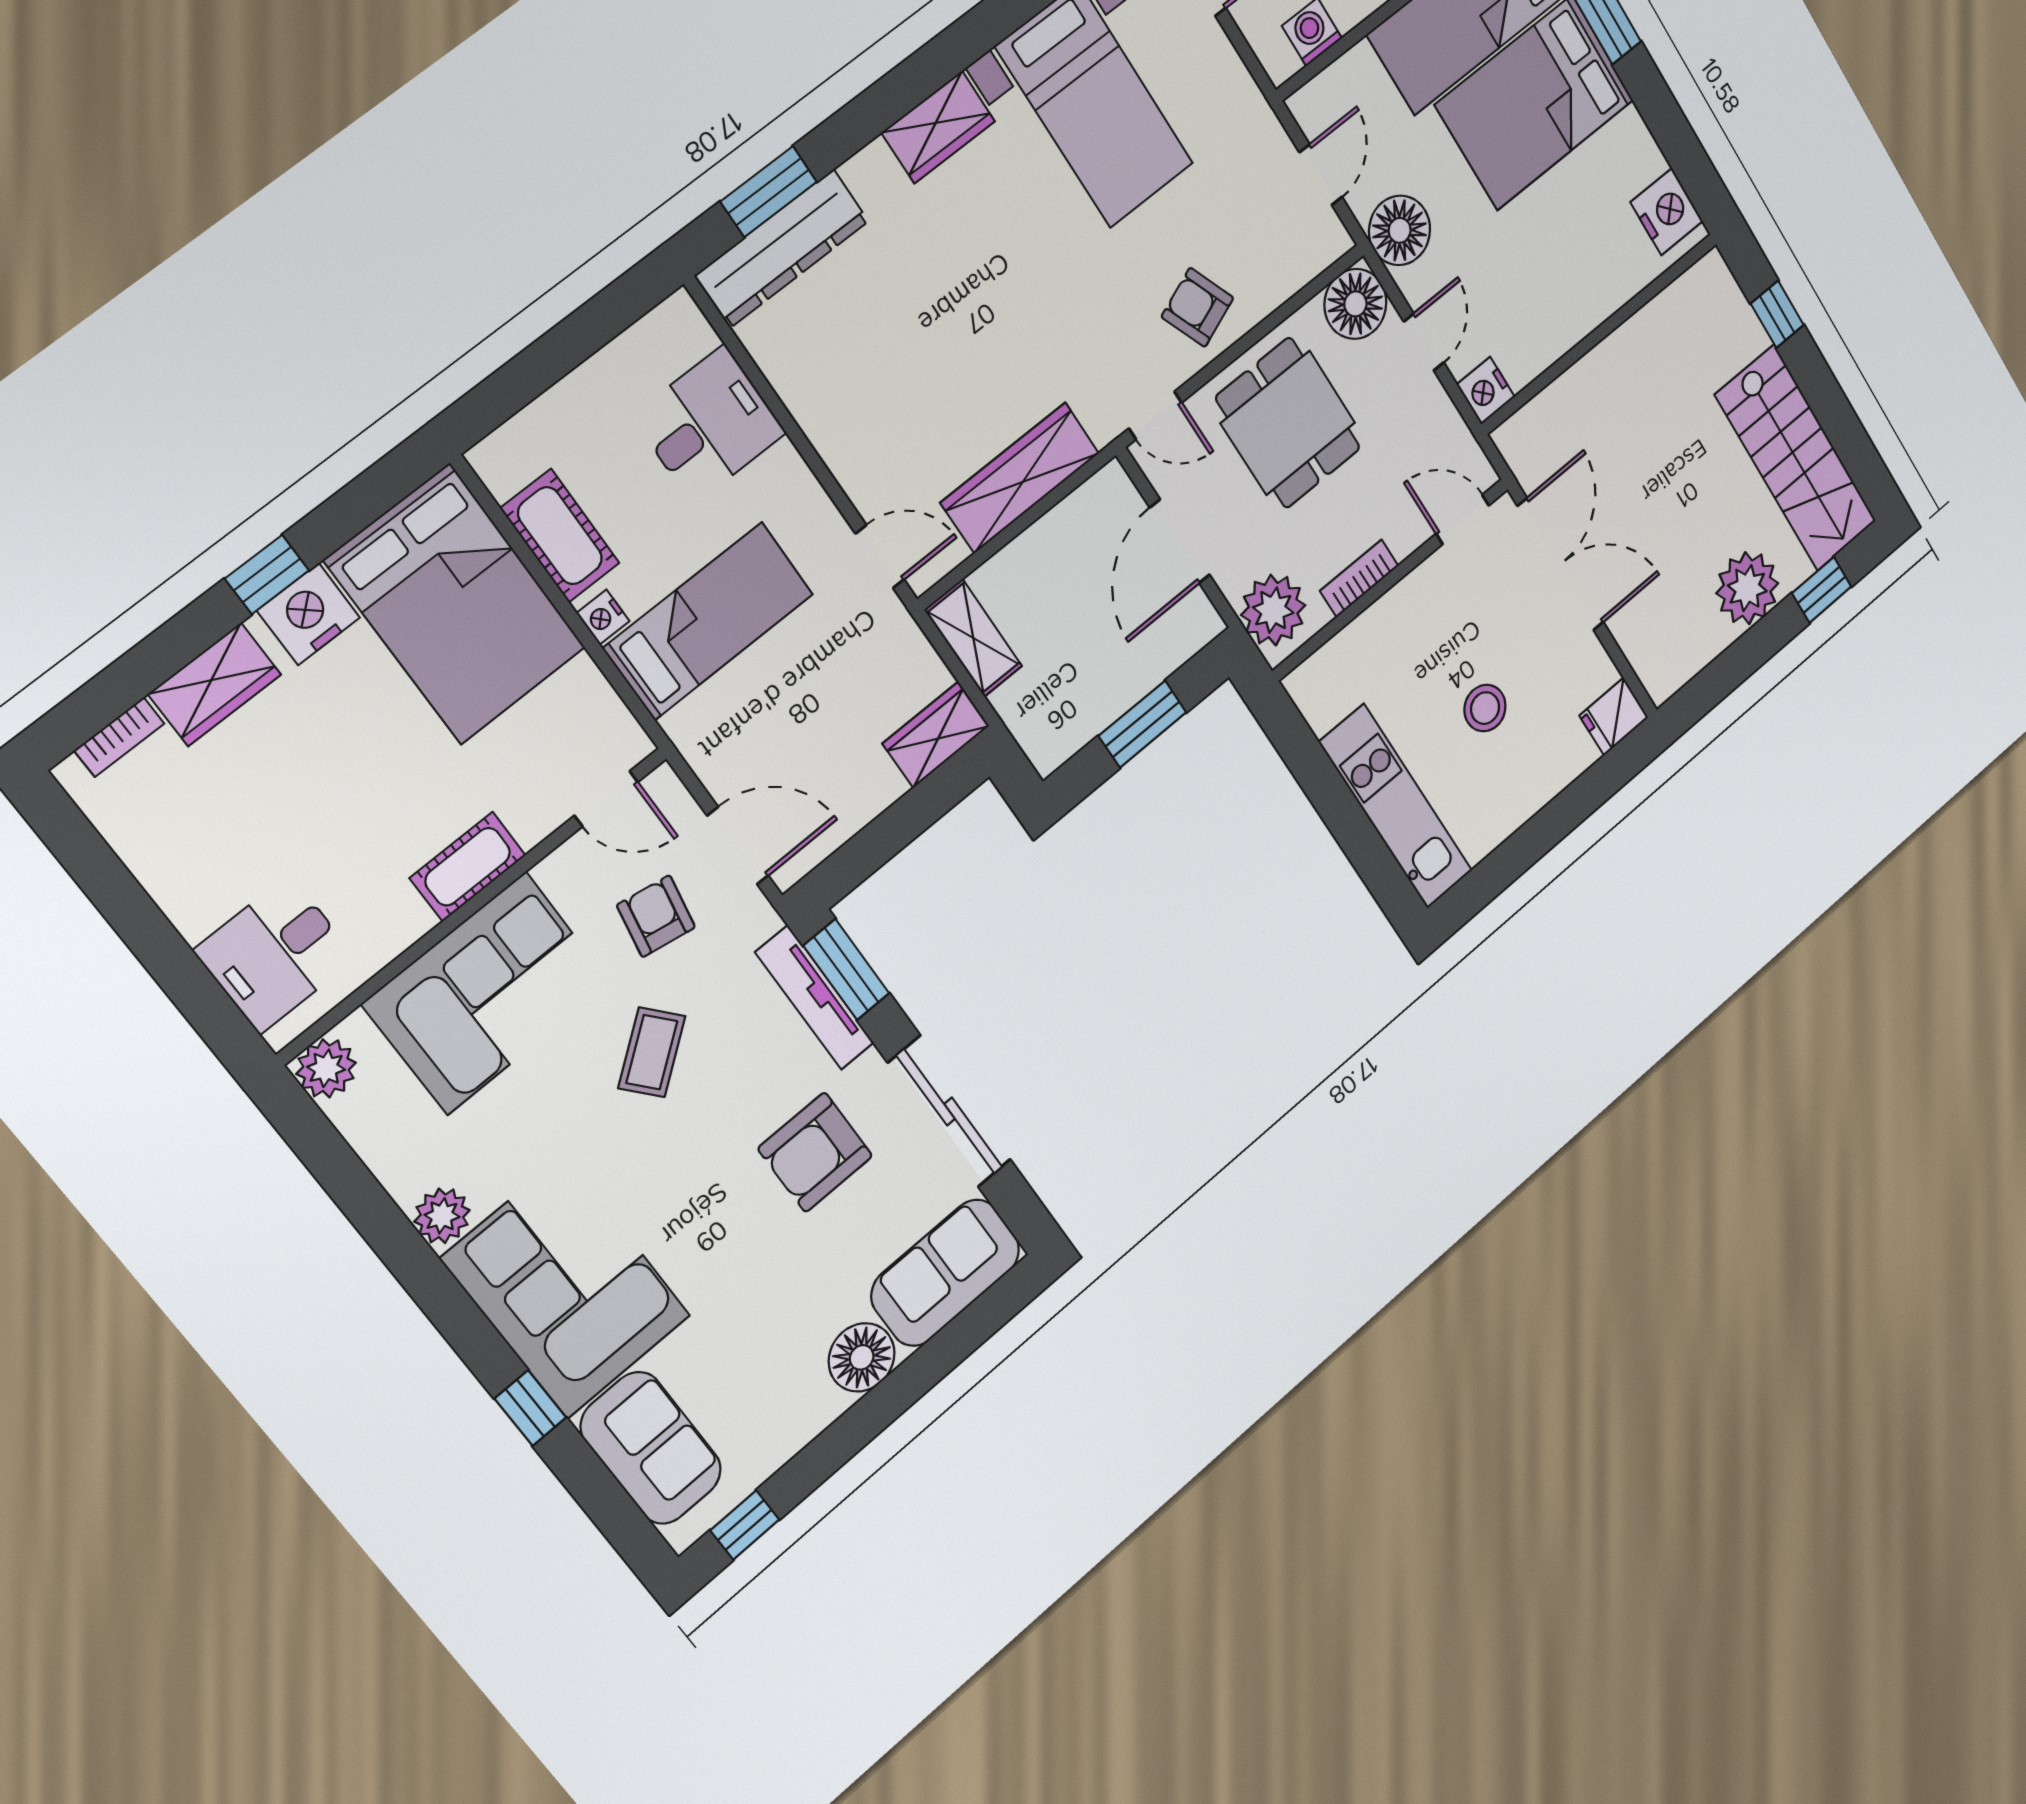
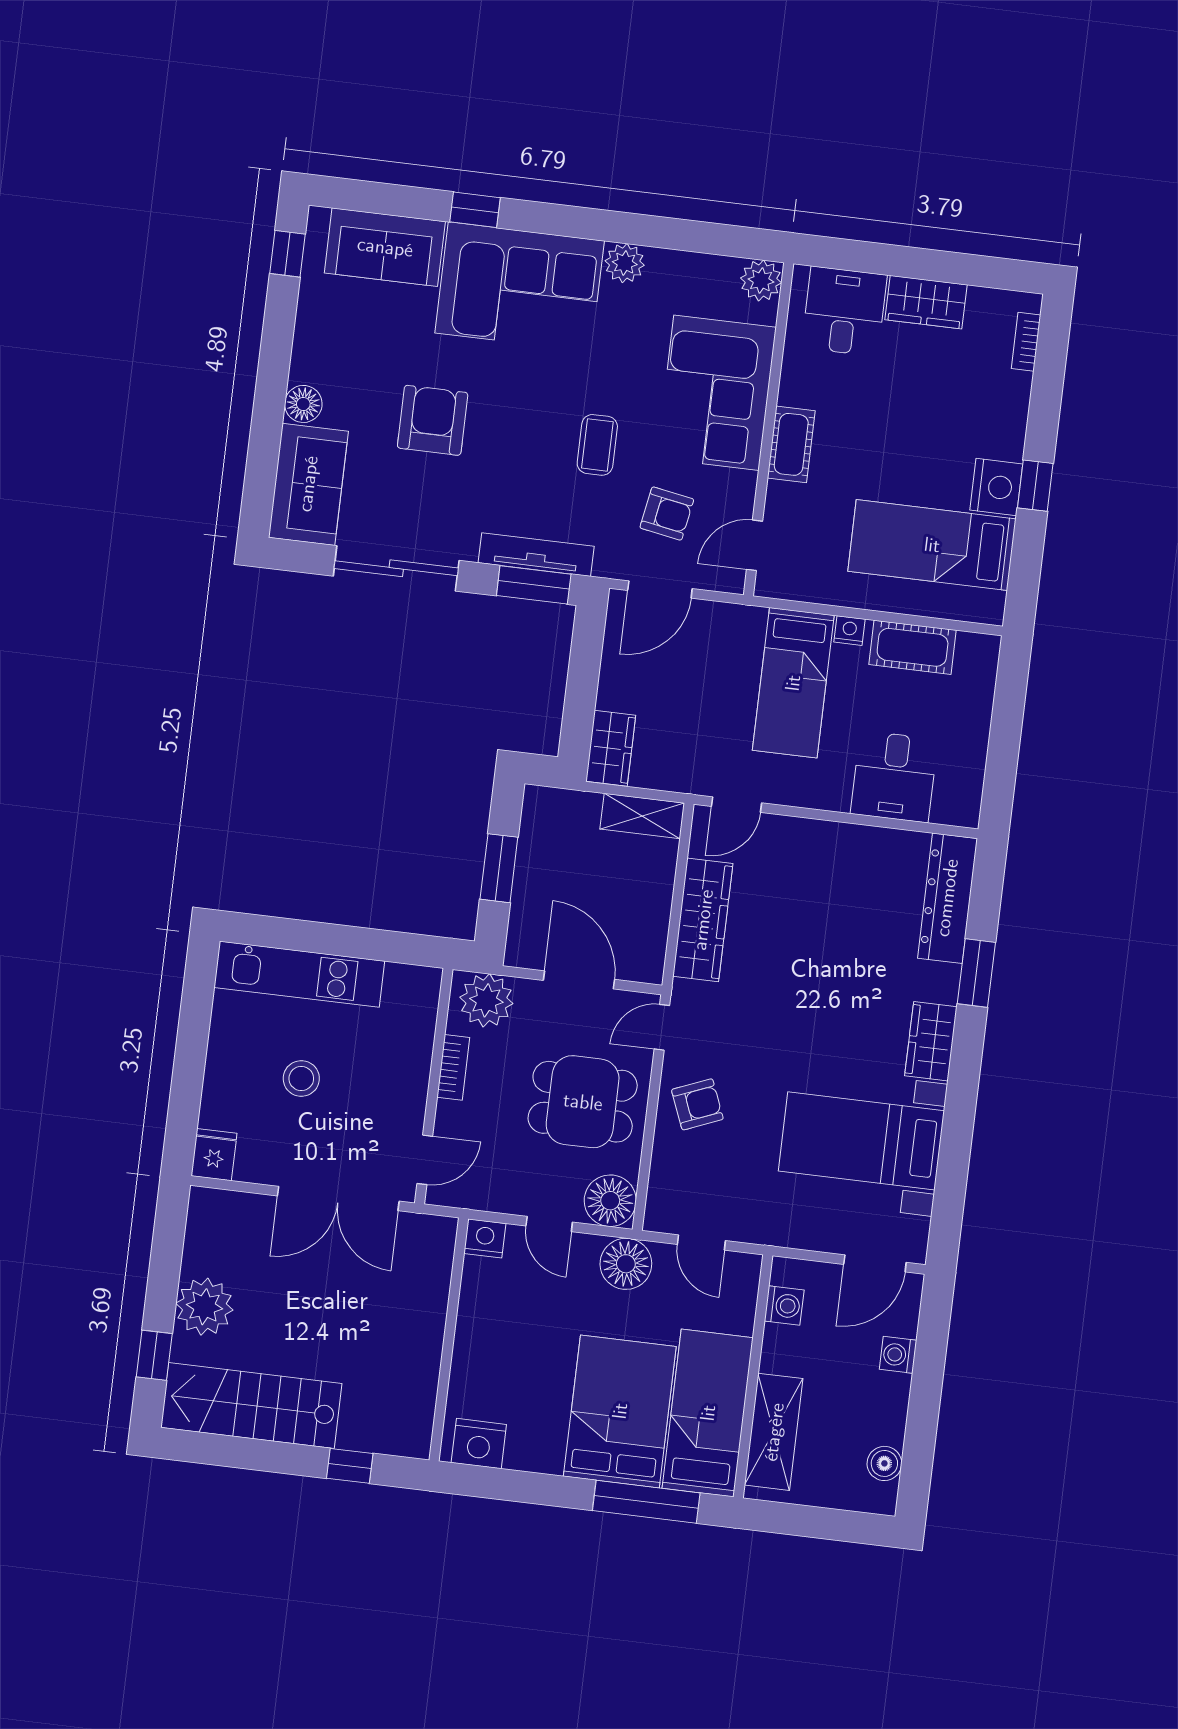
window: (769, 192) -> (976, 973), moved
bed: (456, 604) -> (932, 545), width x0.67
wardrobe: (215, 684) -> (926, 302), moved, turned -90
coffee table: (652, 1052) -> (597, 445), turned 39
armchair: (815, 1152) -> (433, 420), moved
floor lamp: (862, 1357) -> (303, 404), width x0.73, depth x0.73

